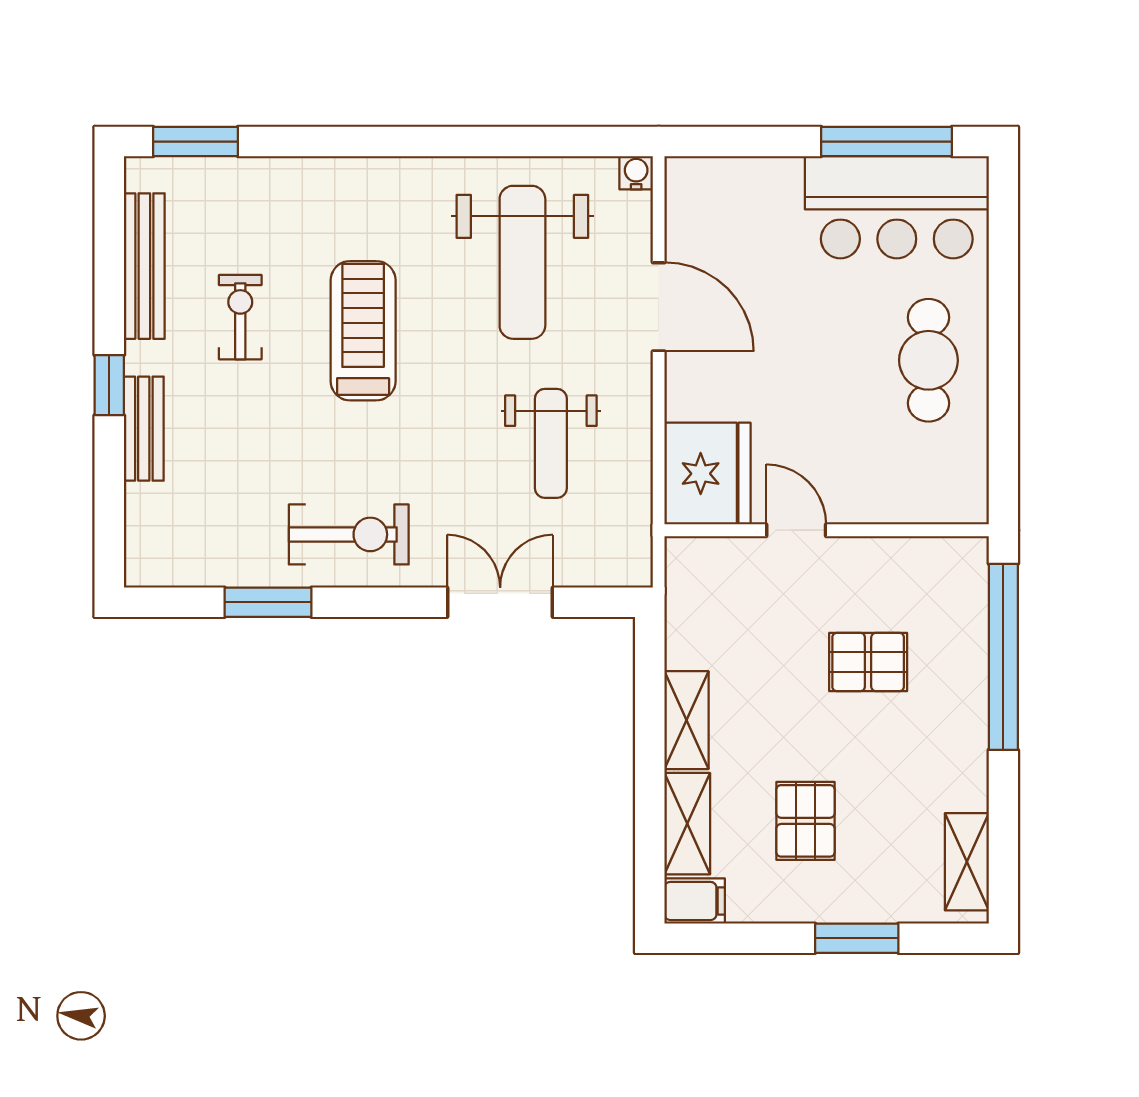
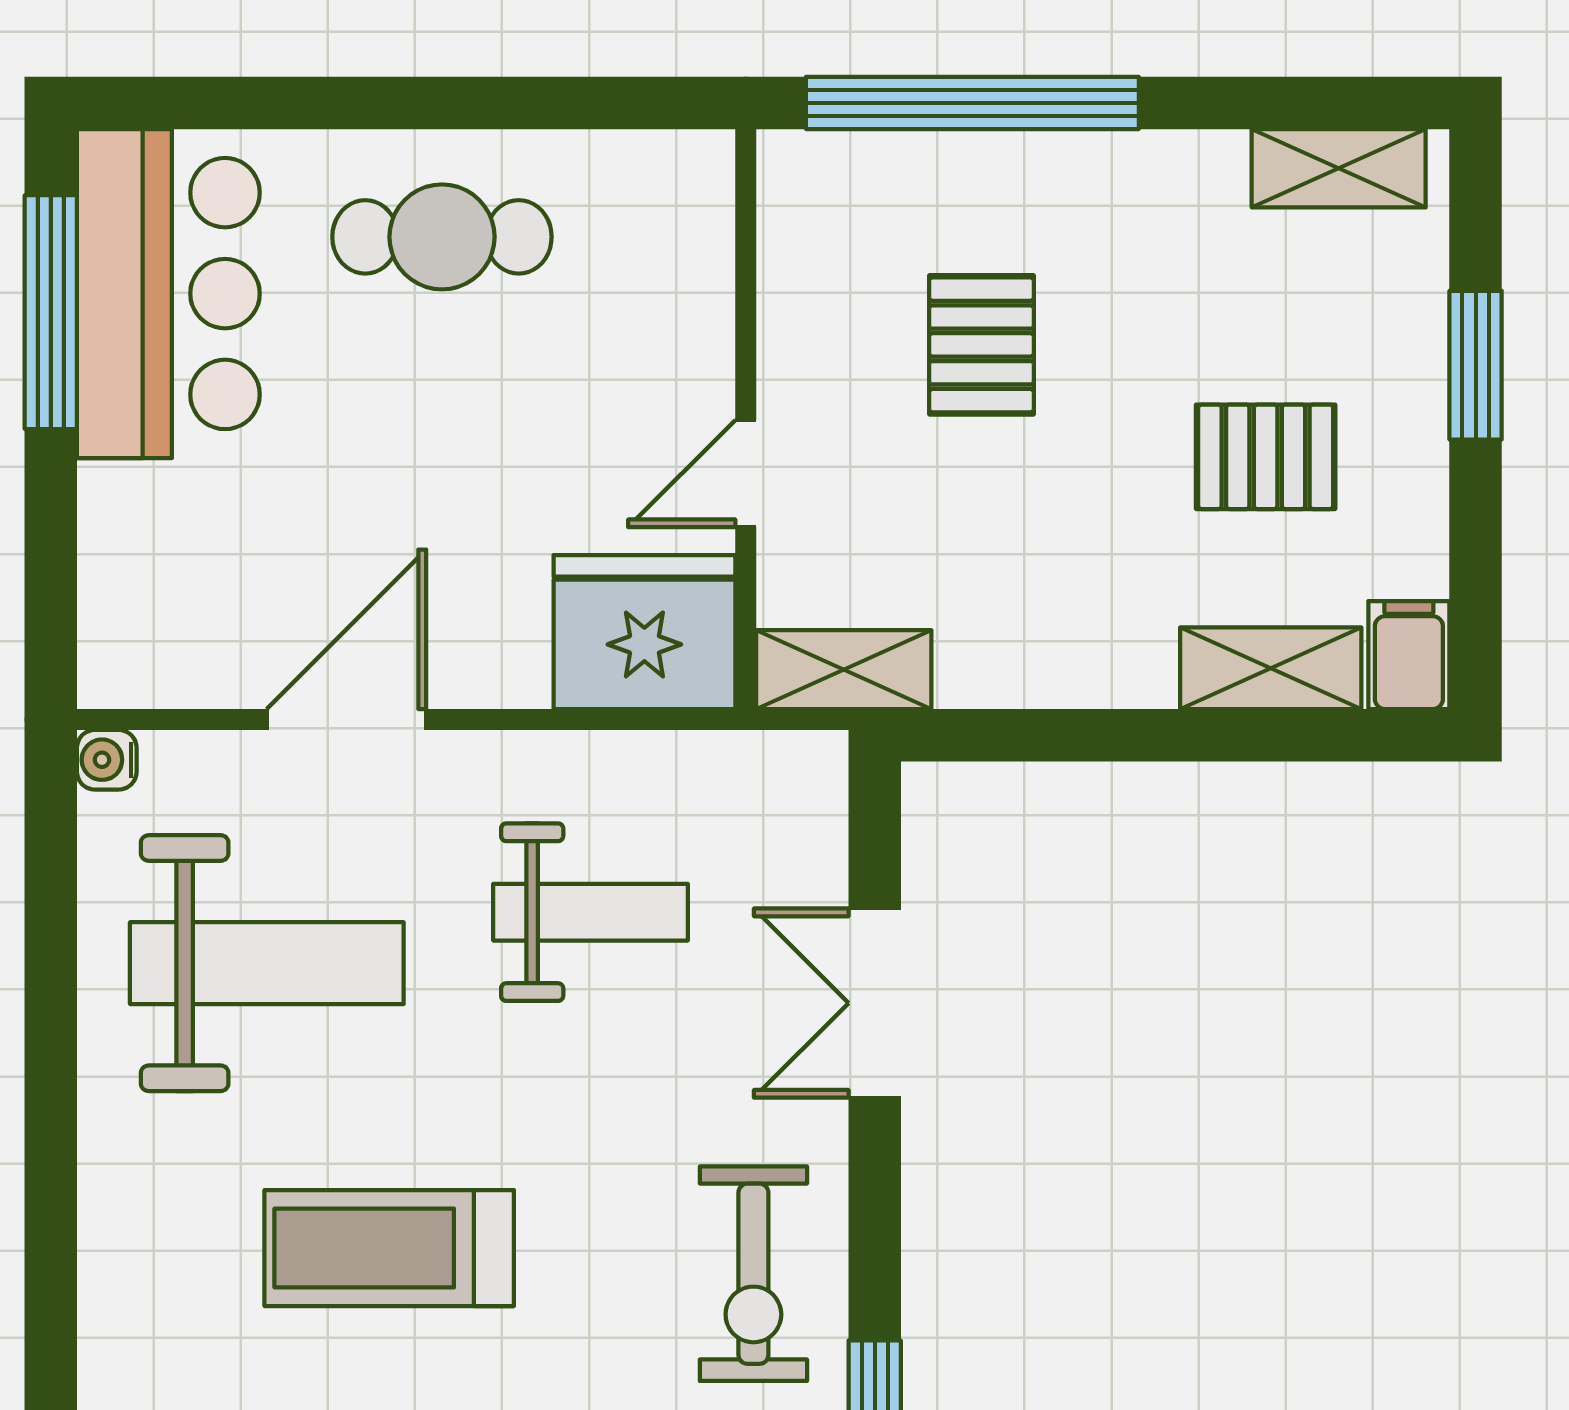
exercise bike: (349, 534) -> (753, 1274), turned 180
shelving: (687, 720) -> (844, 670), moved

